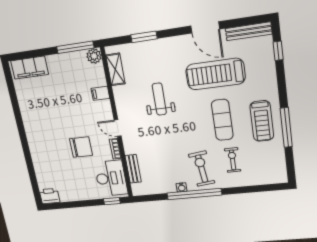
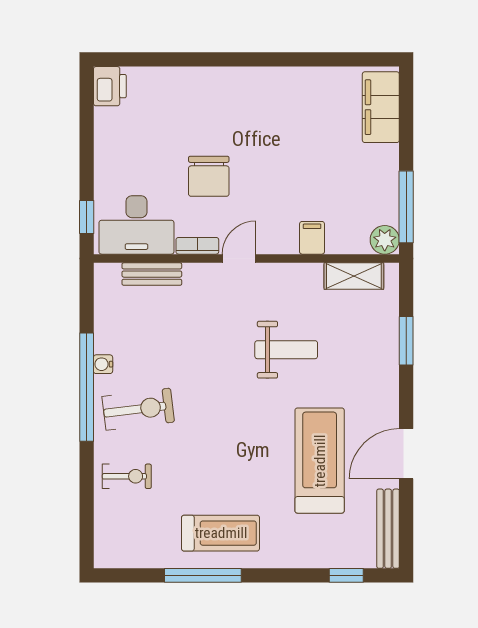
exercise mat: (222, 120) -> (231, 461), removed
treadmill: (262, 121) -> (221, 533), turned 180
exercise bike: (233, 160) -> (127, 476), moved

